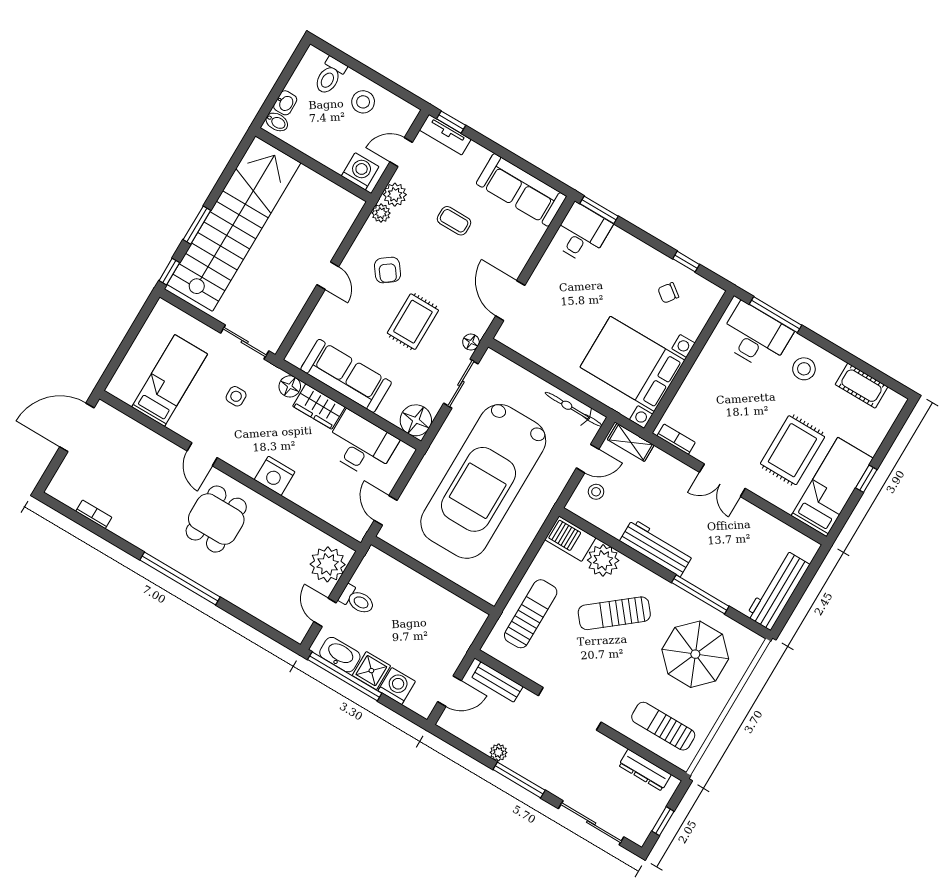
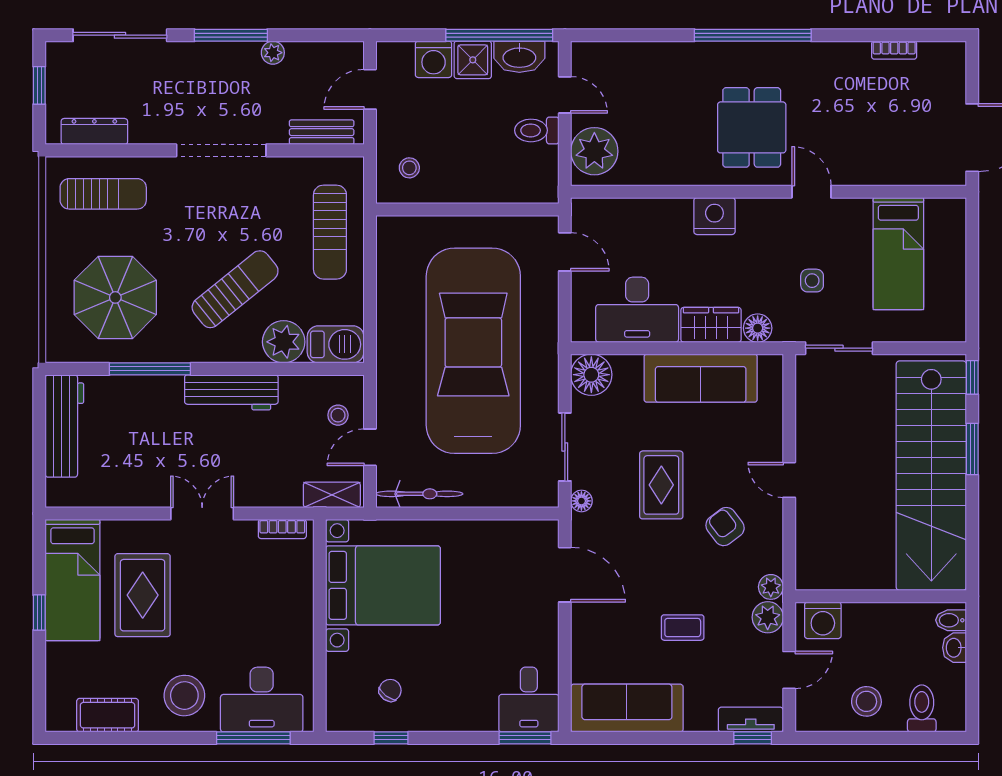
stool: (804, 369) -> (184, 696), width x1.38, depth x1.38
stool: (454, 625) -> (409, 168), added

